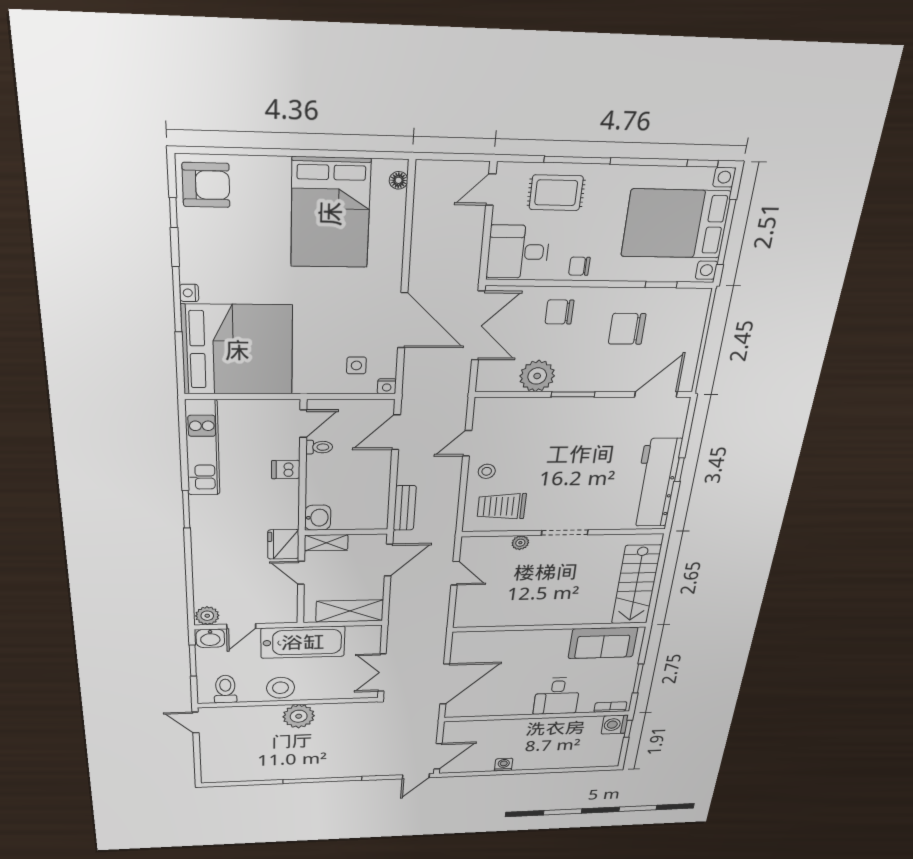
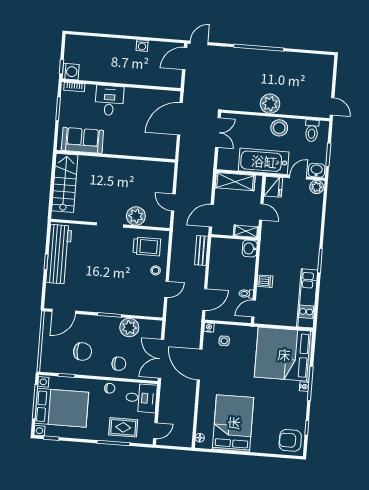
plant: (520, 543) -> (136, 216), width x1.87, depth x1.87
fridge: (283, 544) -> (273, 187), moved

